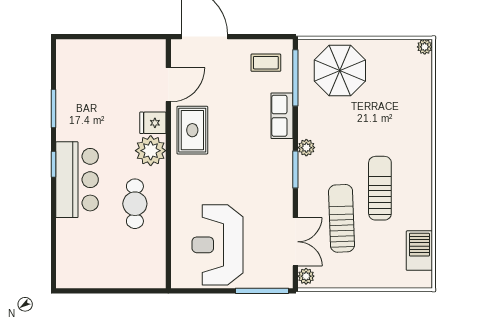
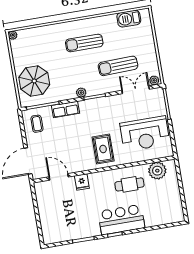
rug: (192, 130) -> (103, 149), moved, turned 90
plant: (151, 151) -> (157, 171), moved
sun lounger: (380, 188) -> (84, 43), moved

